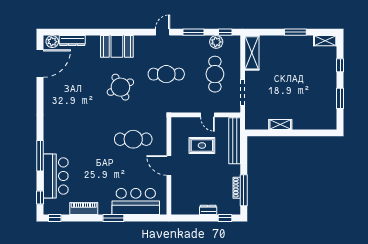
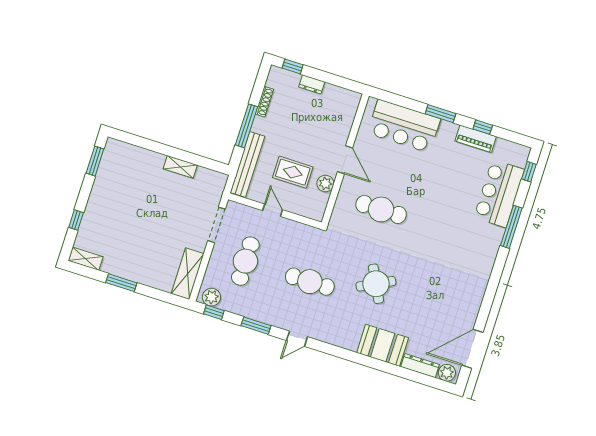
plant: (216, 42) -> (211, 297), moved
booth: (117, 46) -> (383, 345), moved
window: (340, 98) -> (95, 161), moved
plant: (177, 145) -> (325, 183), added
window: (244, 190) -> (247, 126), moved
window: (55, 218) -> (483, 127), moved

